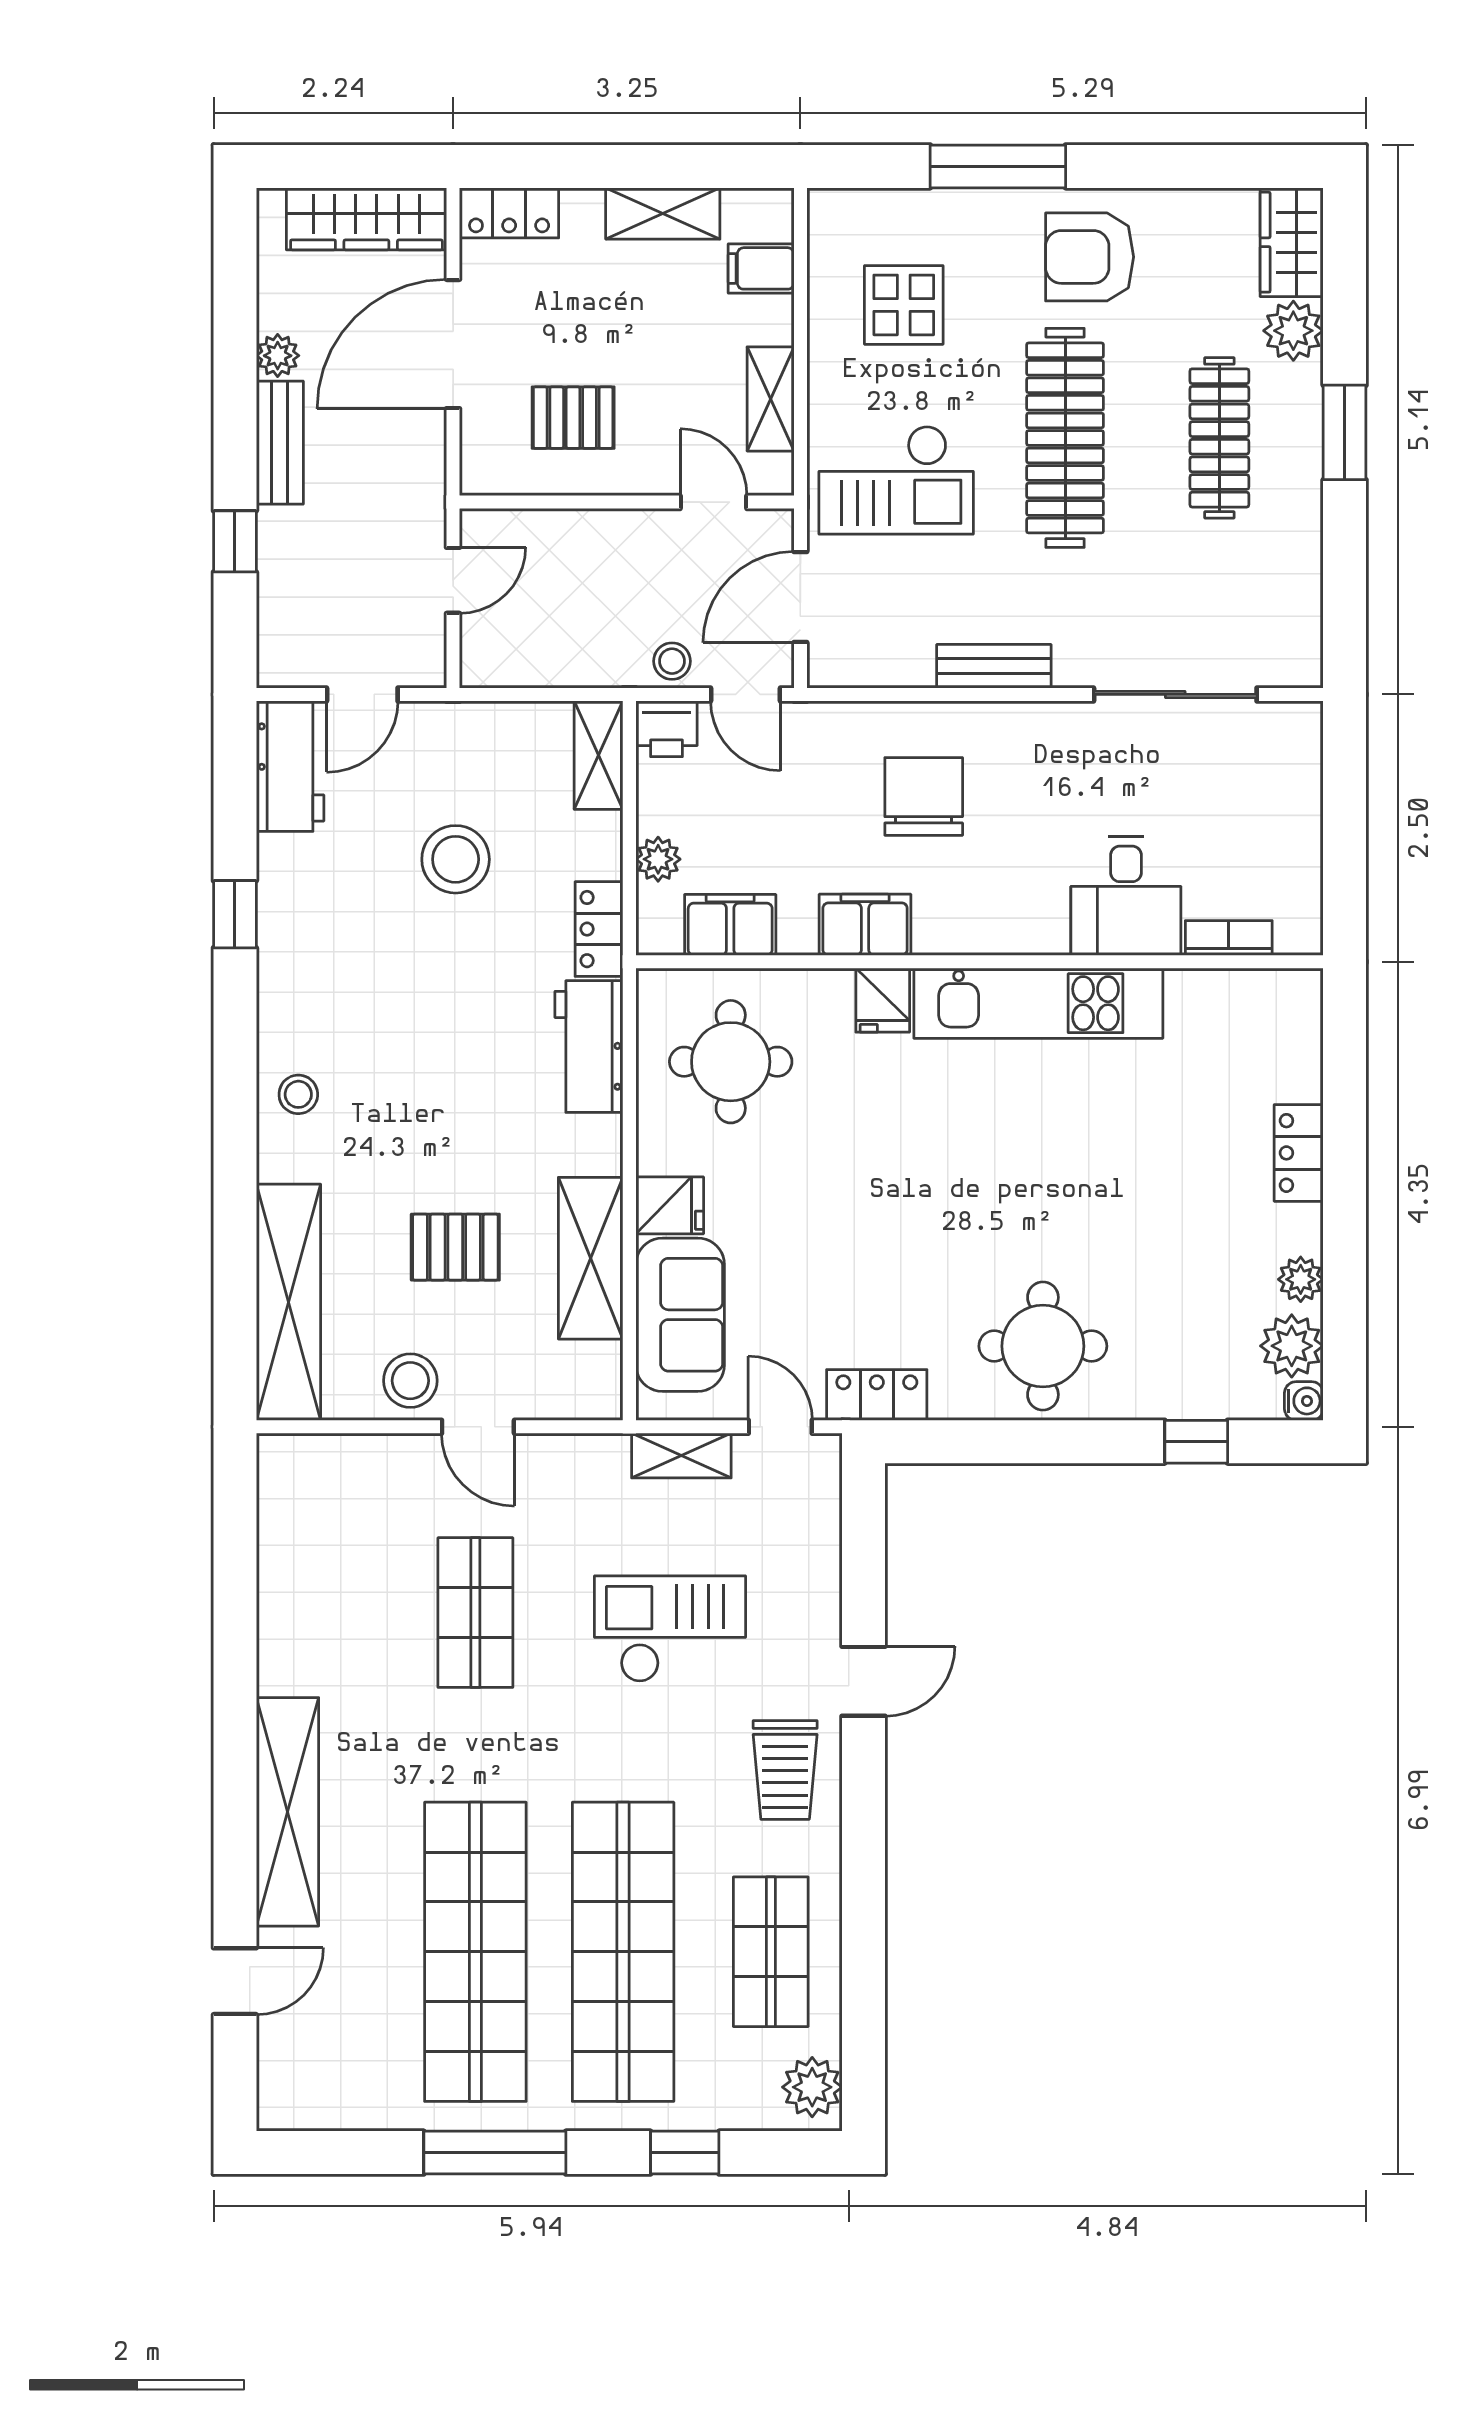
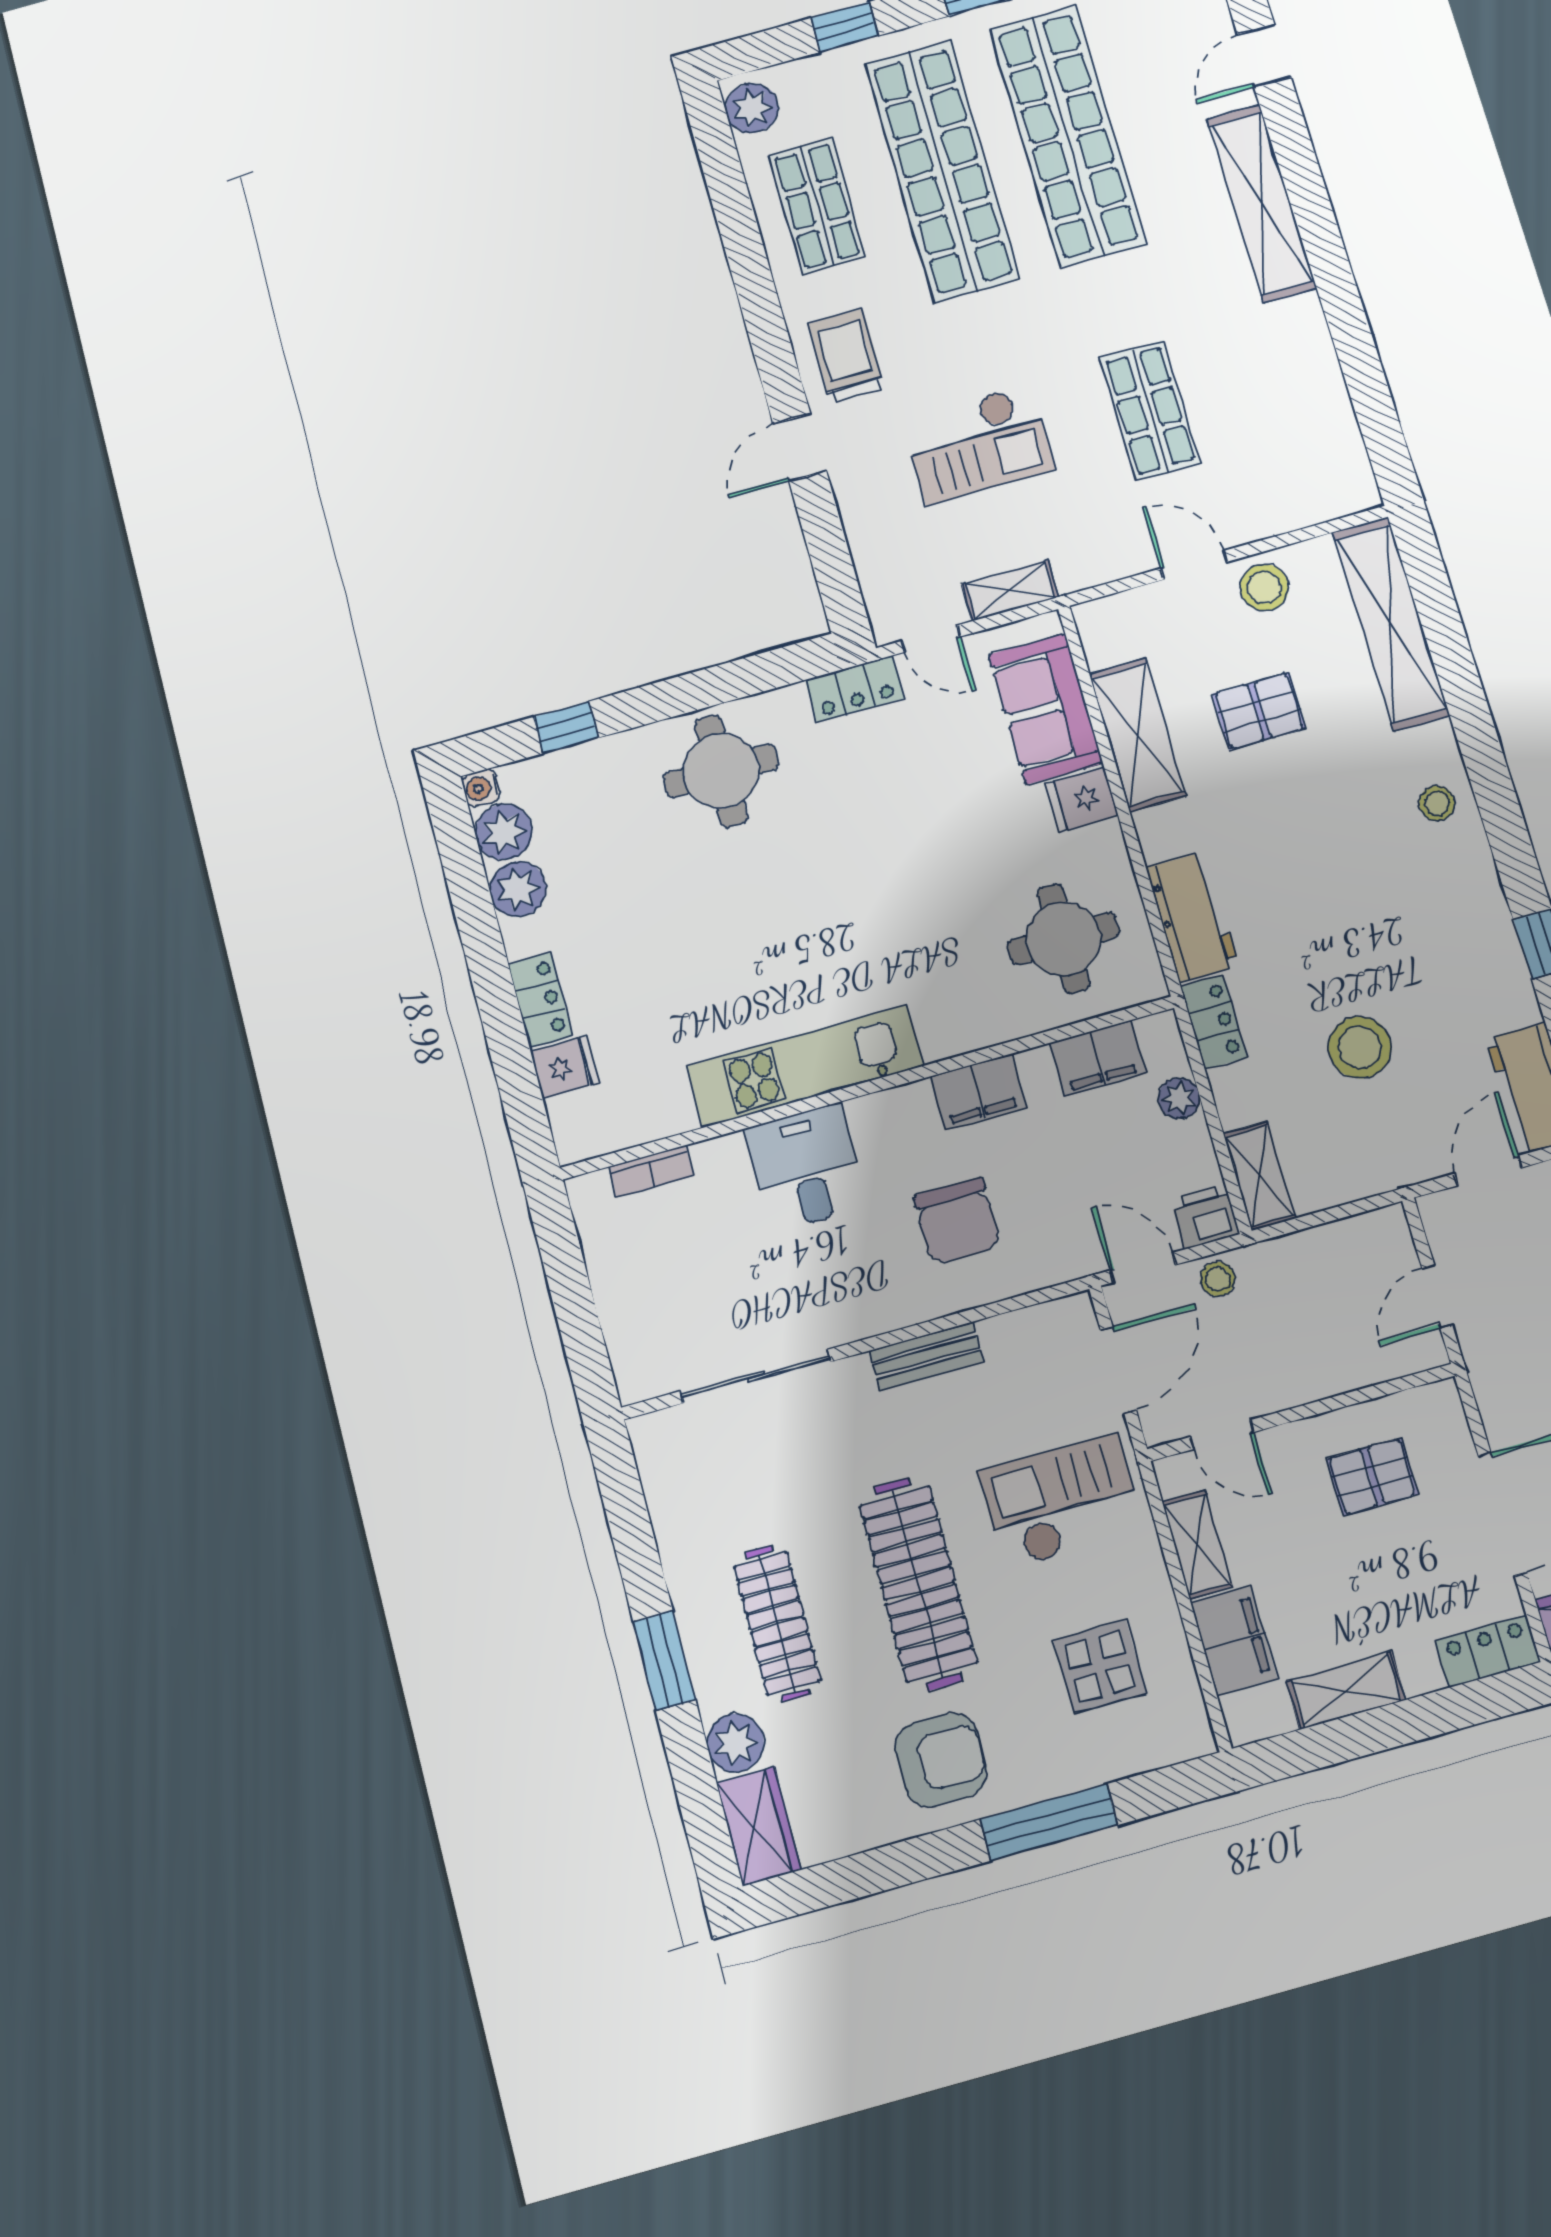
filing cabinet: (761, 268) -> (1234, 1641), width x2.00
desk: (1126, 896) -> (806, 1168), moved
fridge: (883, 1000) -> (565, 1067), moved, turned 90
plant: (1301, 1279) -> (518, 889), width x1.38, depth x1.38

